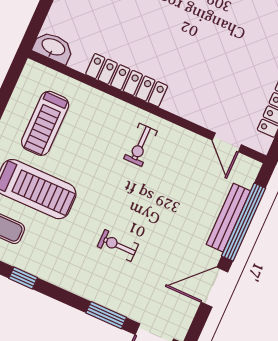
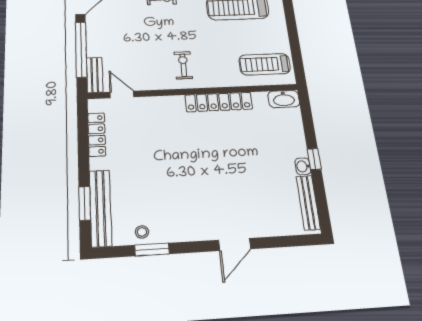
treadmill: (45, 123) -> (265, 64), moved, turned -90
bench: (228, 218) -> (95, 75), moved, width x0.73

